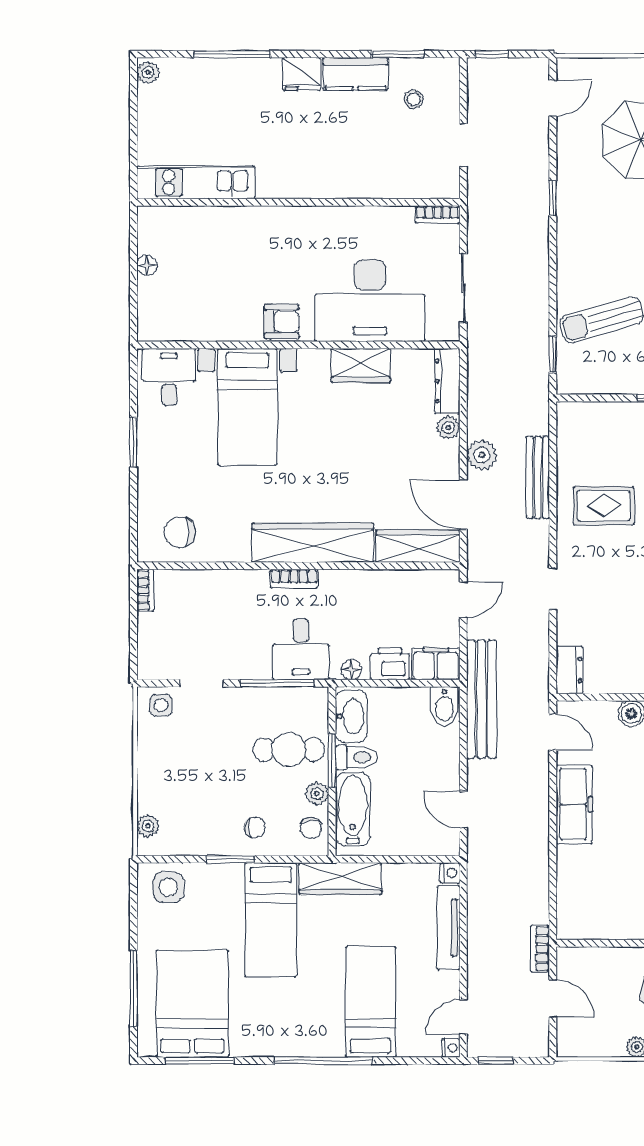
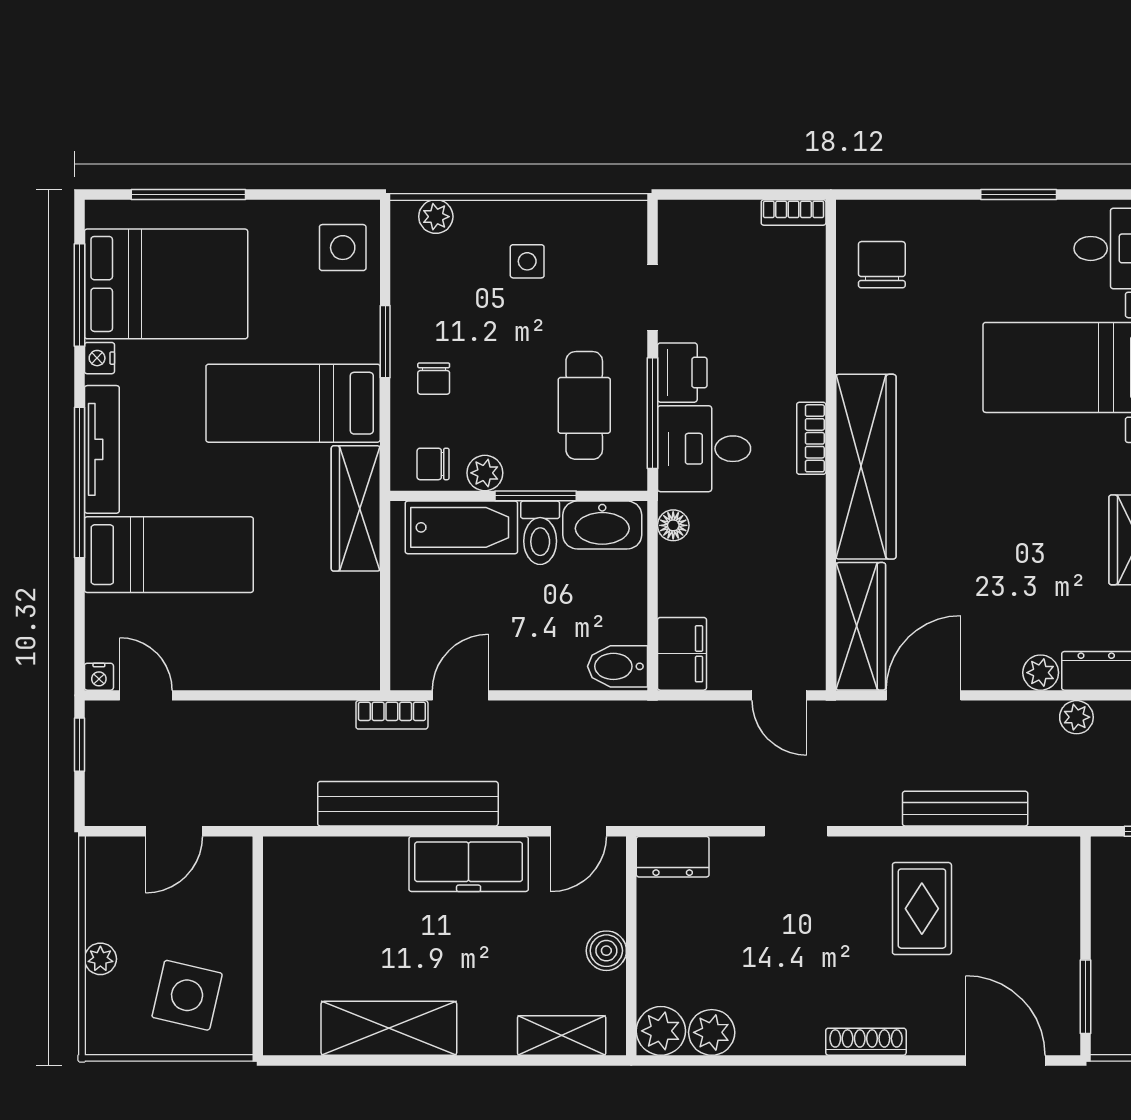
plant: (482, 455) -> (1076, 717), moved, width x0.73, depth x0.73
printer: (390, 664) -> (682, 373), moved
bench: (481, 699) -> (408, 804), moved
side table: (161, 705) -> (527, 261), moved
cafe table: (289, 750) -> (584, 405), moved
nightstand: (450, 873) -> (99, 358), moved, turned 90
tv unit: (449, 928) -> (102, 449), moved, turned 90
bookcase: (540, 949) -> (392, 715), moved, turned 180

